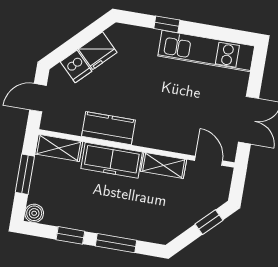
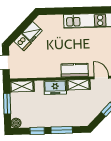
window: (167, 24) -> (65, 11), removed
kitchen counter: (109, 128) -> (75, 70), moved
freezer: (112, 160) -> (55, 87), width x0.71

